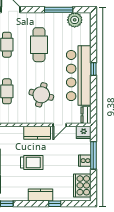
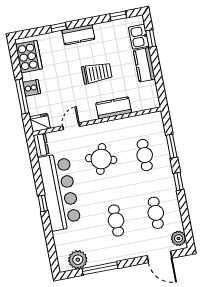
cafe table: (39, 45) -> (116, 221), width x0.73, depth x0.74
kitchen counter: (37, 133) -> (114, 108), moved
trolley: (32, 162) -> (97, 73), turned 180

